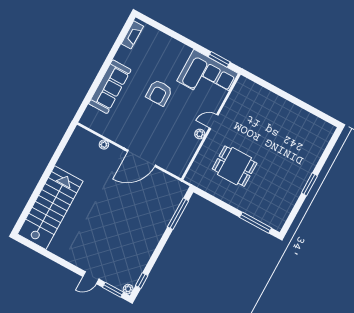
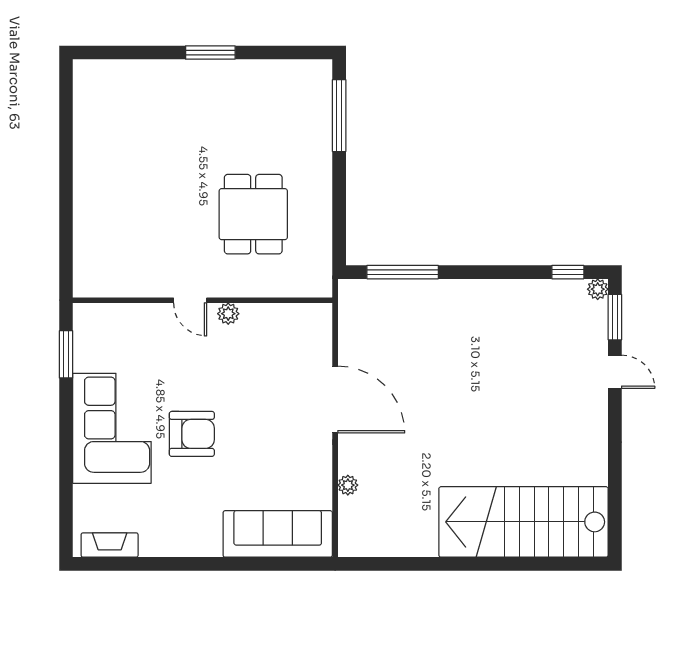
corner sofa: (208, 77) -> (112, 428), moved
sofa: (110, 87) -> (278, 534), moved

